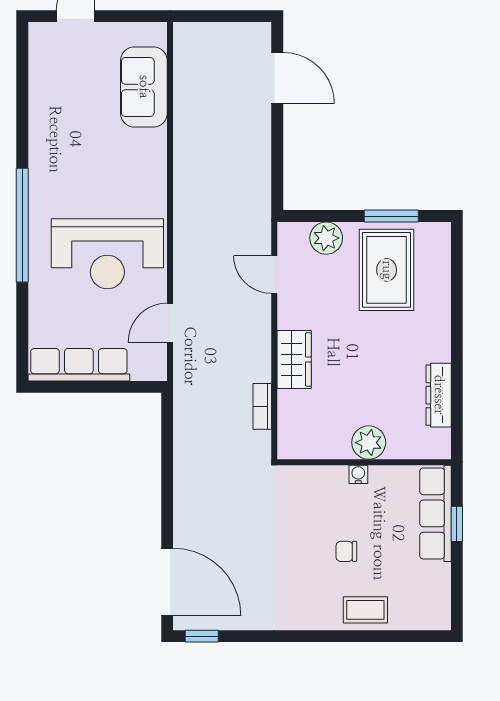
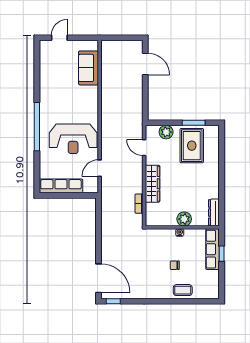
wardrobe: (294, 359) -> (152, 184), width x1.50
dresser: (439, 395) -> (214, 213), moved

